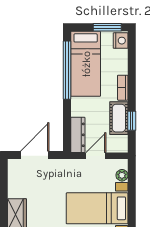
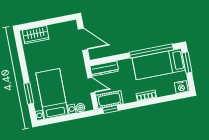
window: (107, 27) -> (187, 63), moved
cot: (119, 118) -> (109, 100), moved
window: (132, 121) -> (110, 109), moved

